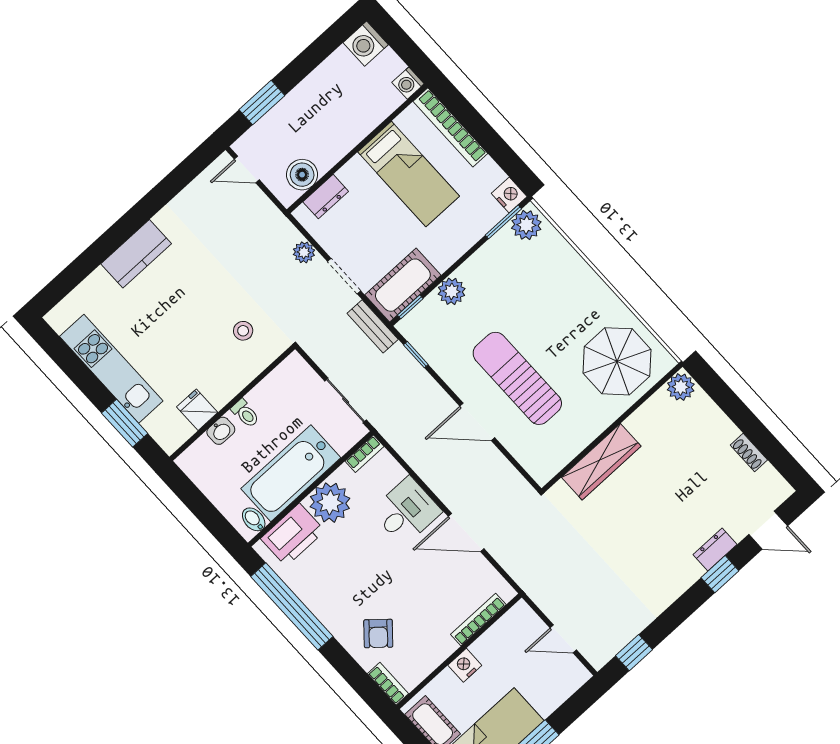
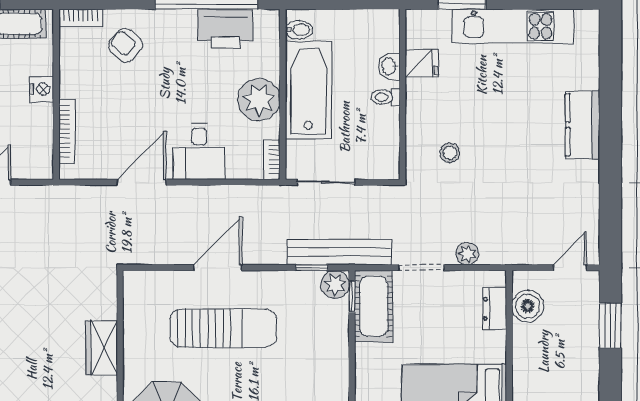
plant: (452, 291) -> (335, 284), moved
bench: (373, 326) -> (339, 252), width x1.86, depth x1.21
wardrobe: (601, 462) -> (102, 348), width x0.67
printer: (293, 535) -> (225, 29), moved, turned -90

